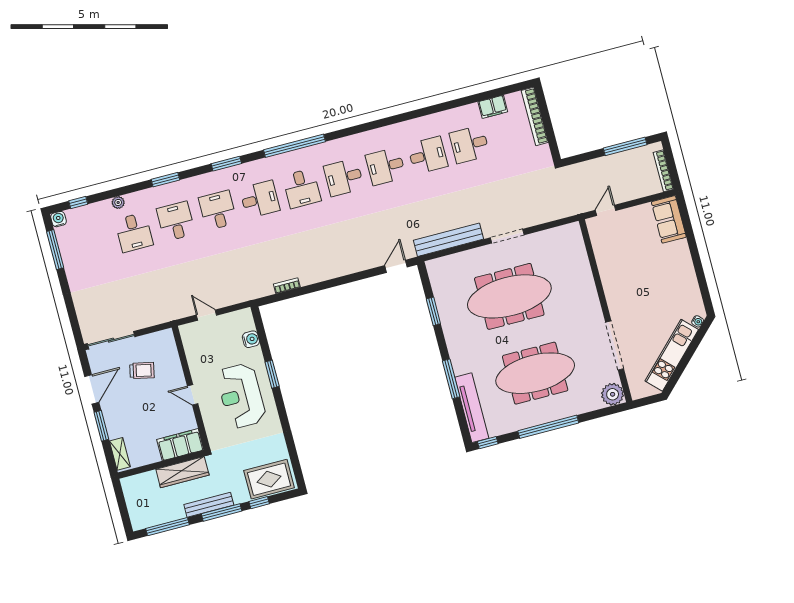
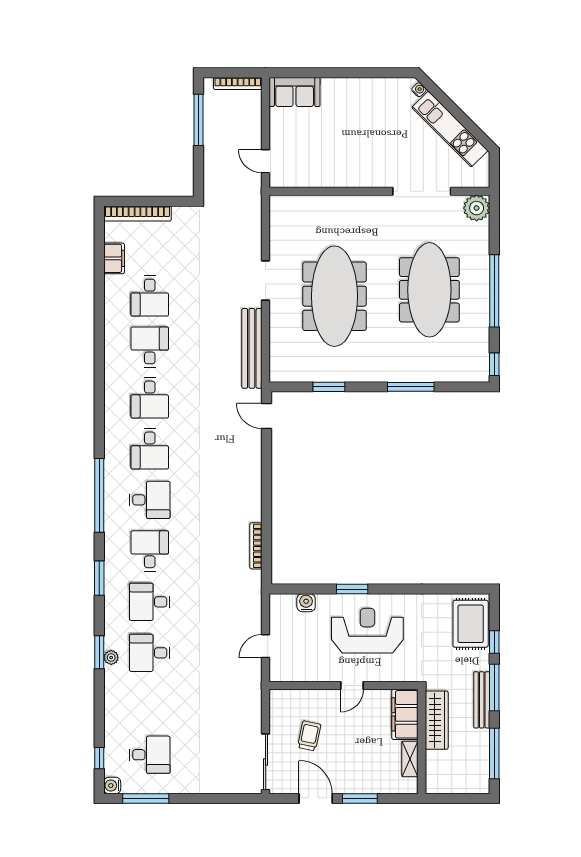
plant: (118, 202) -> (111, 657), moved
desk: (134, 232) -> (150, 755), moved
bookcase: (287, 286) -> (256, 546), width x1.56
reception desk: (241, 396) -> (367, 631), turned 180
tv unit: (472, 408) -> (450, 372), removed
shelving: (120, 454) -> (410, 759), moved, turned 90

